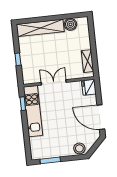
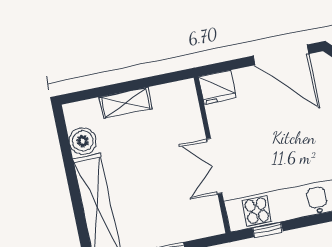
shelving: (87, 61) -> (126, 103), moved
door: (101, 117) -> (281, 55), hinge flipped

